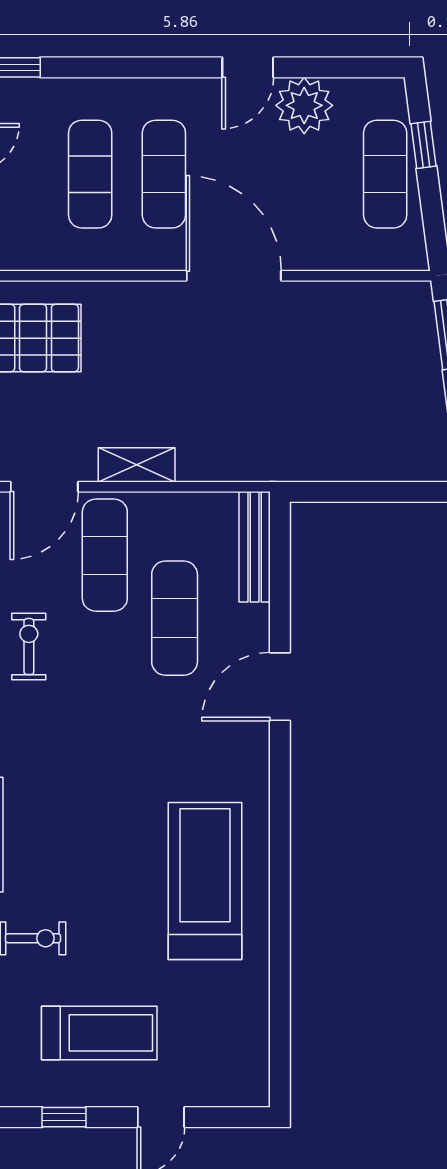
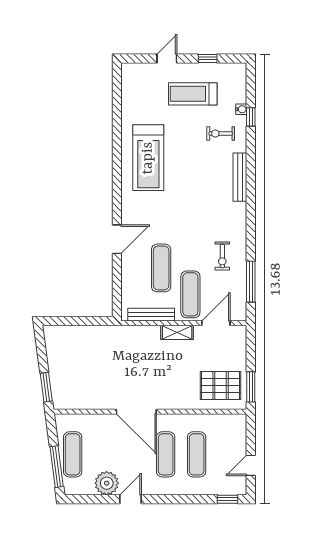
window: (424, 145) -> (57, 467), width x2.17
bench: (255, 547) -> (151, 315), moved, turned 90

